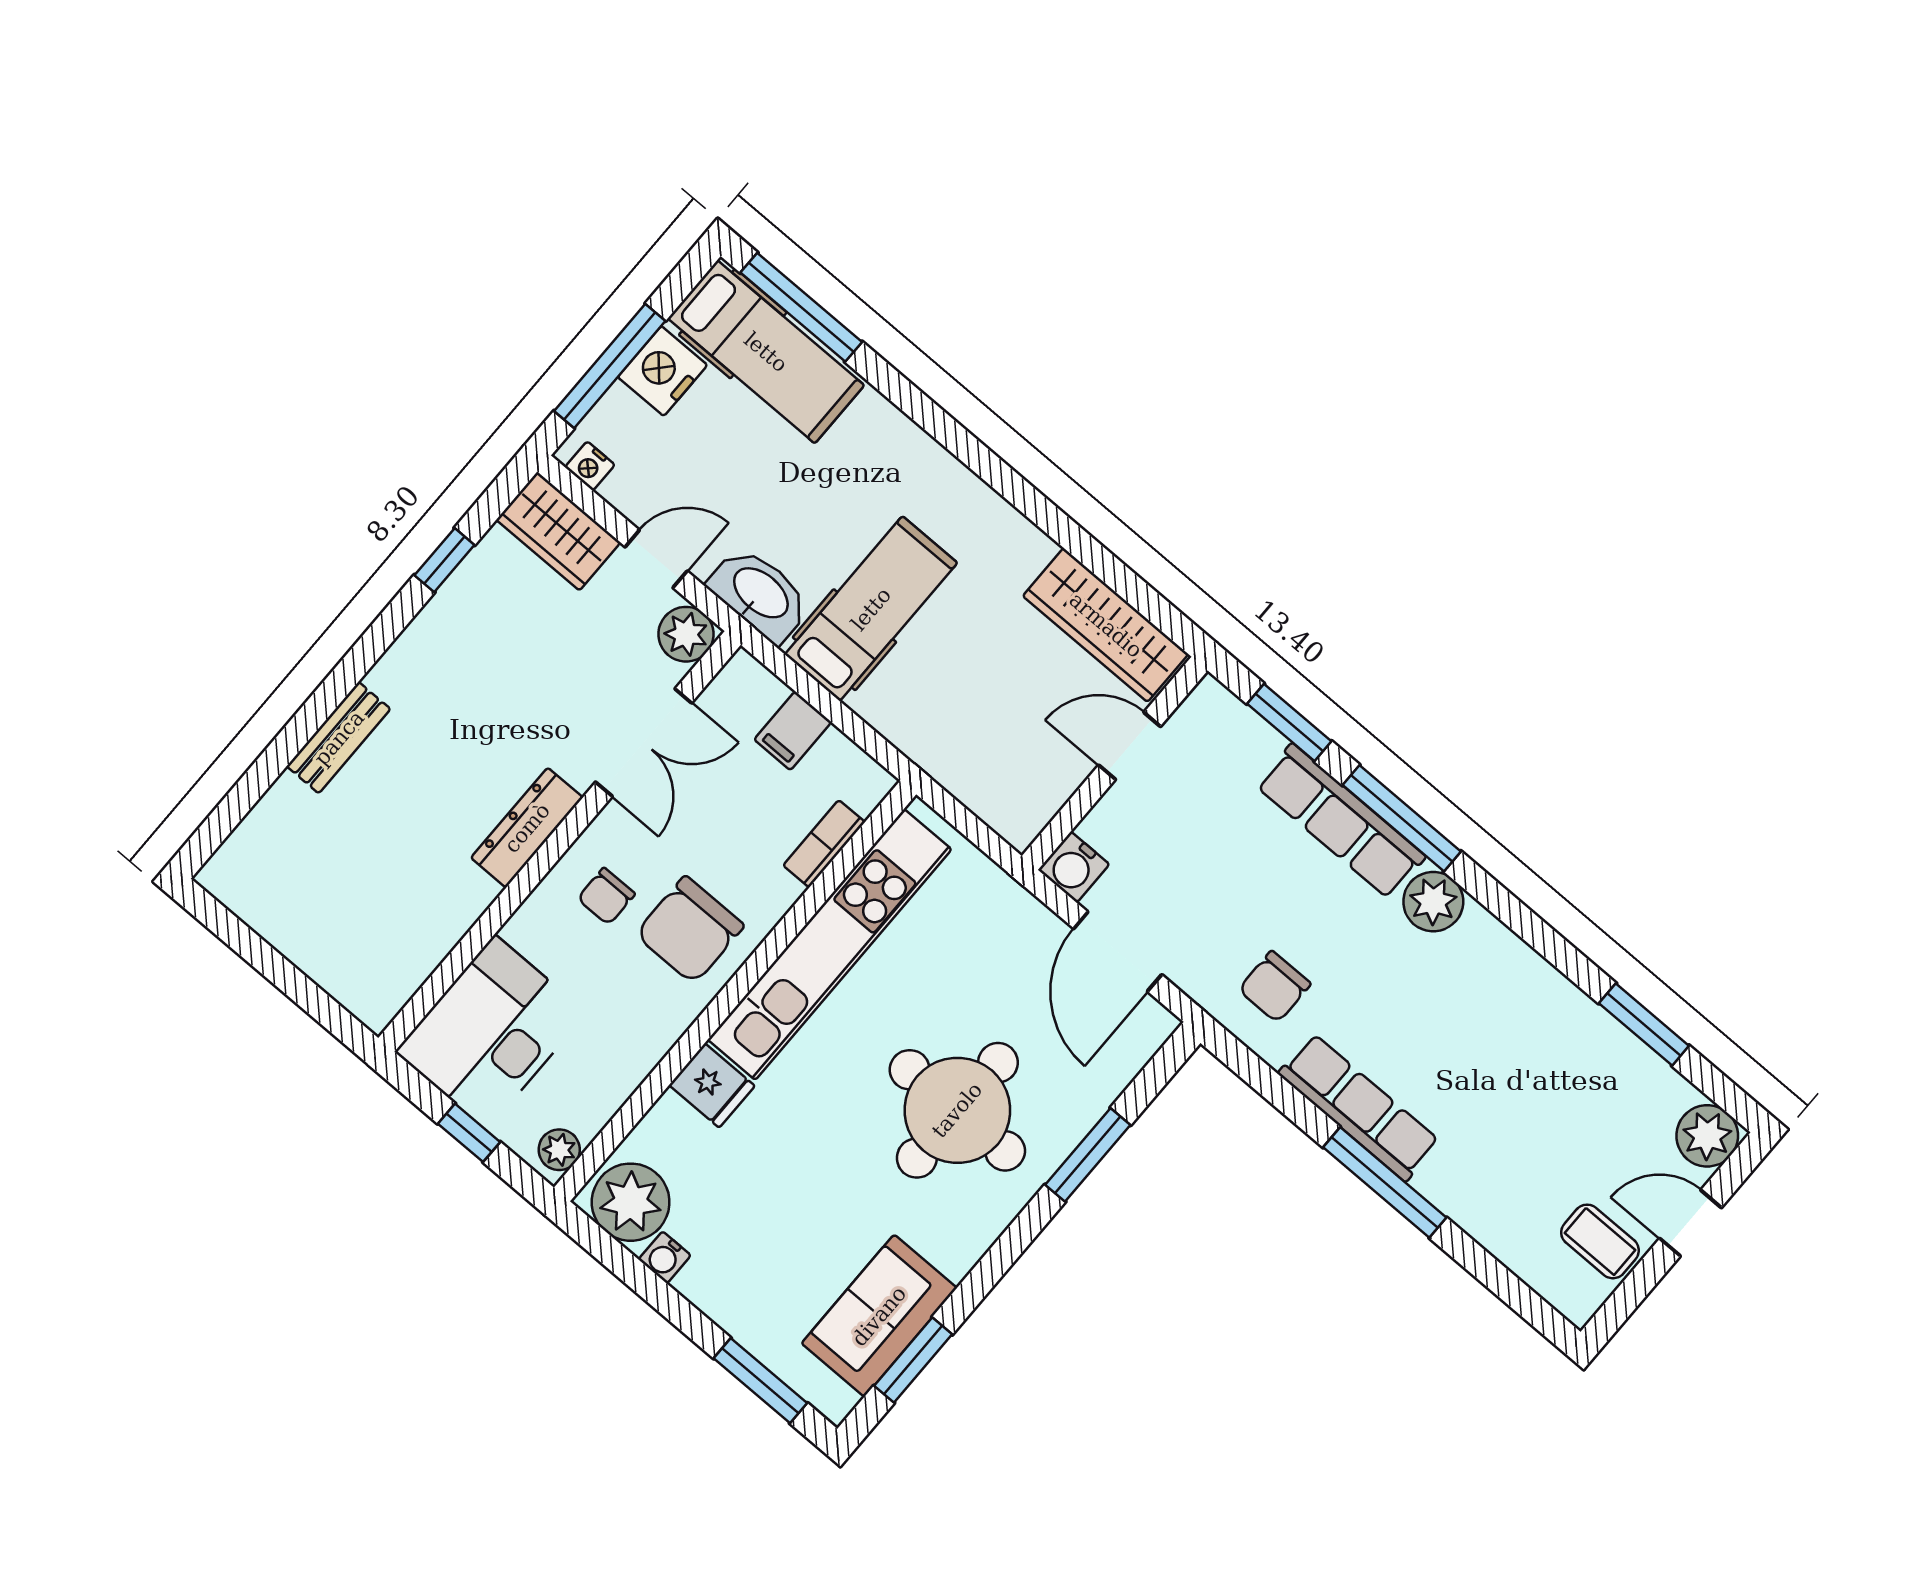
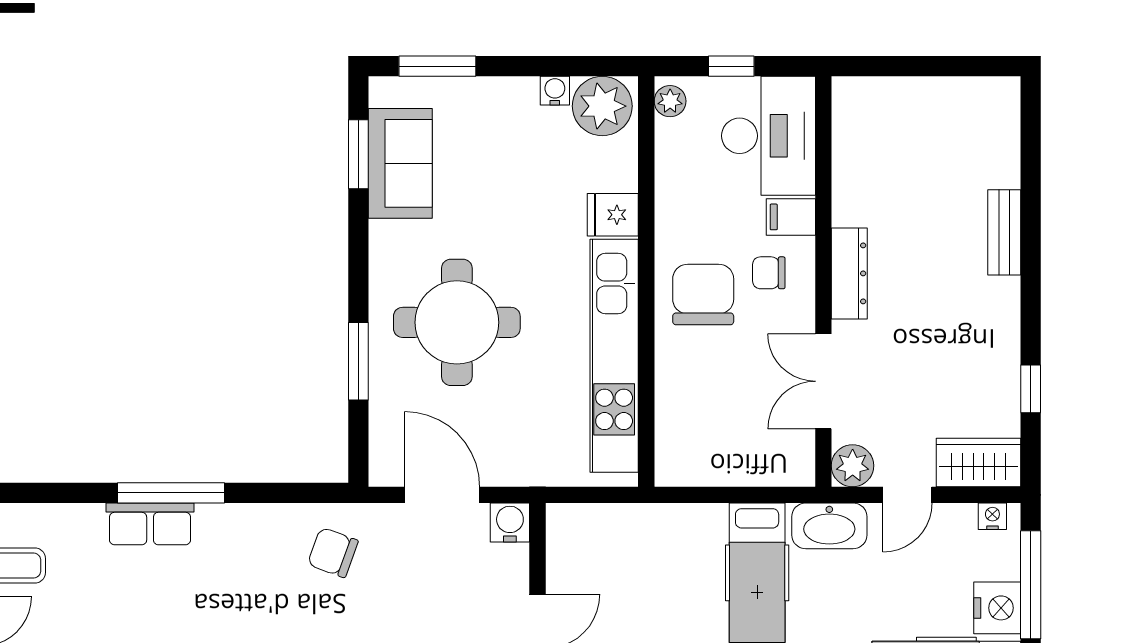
filing cabinet: (793, 731) -> (791, 217), moved, turned -90
bookcase: (824, 844) -> (668, 412), removed
chair: (606, 896) -> (769, 273), turned -90
chair: (1275, 987) -> (333, 552), turned -70
row of seats: (1359, 1107) -> (150, 524), moved, width x0.68

